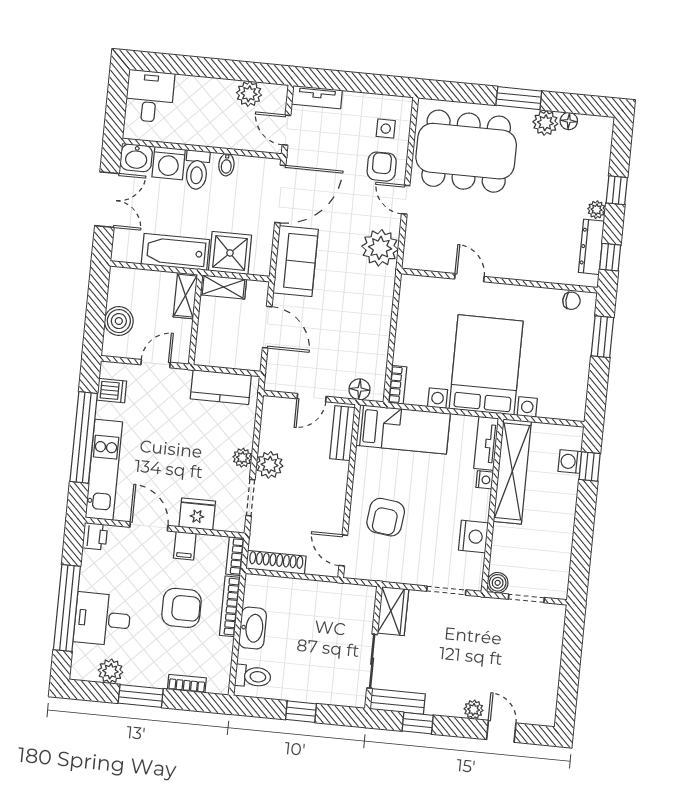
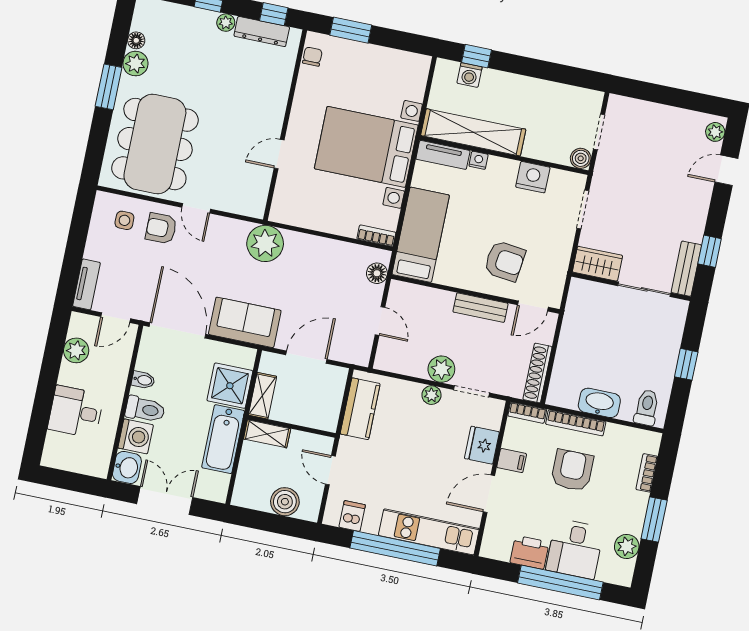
desk: (150, 96) -> (76, 412), moved
door: (406, 200) -> (196, 208), hinge flipped
plant: (380, 248) -> (265, 243), moved
bench: (342, 433) -> (480, 308), moved
printer: (95, 536) -> (530, 552), moved, width x1.36, depth x1.24
plant: (474, 710) -> (715, 132), moved

